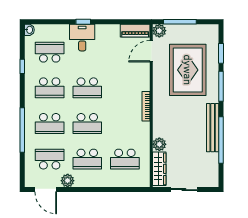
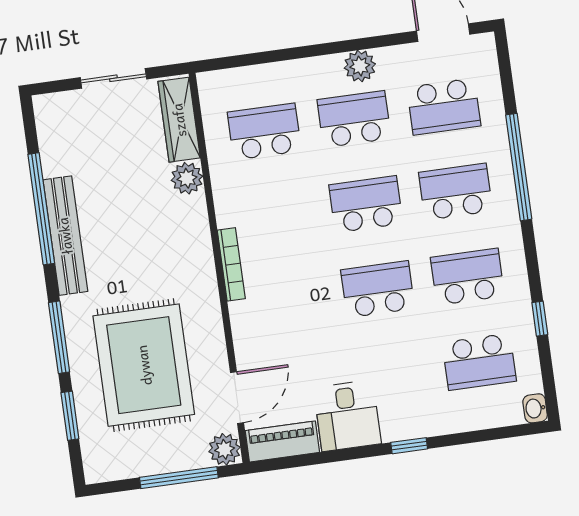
desk: (82, 38) -> (347, 416), moved
plant: (68, 181) -> (360, 66), moved

